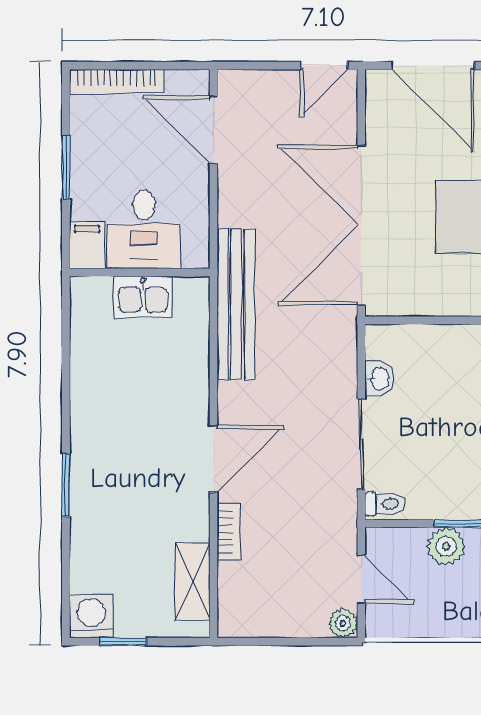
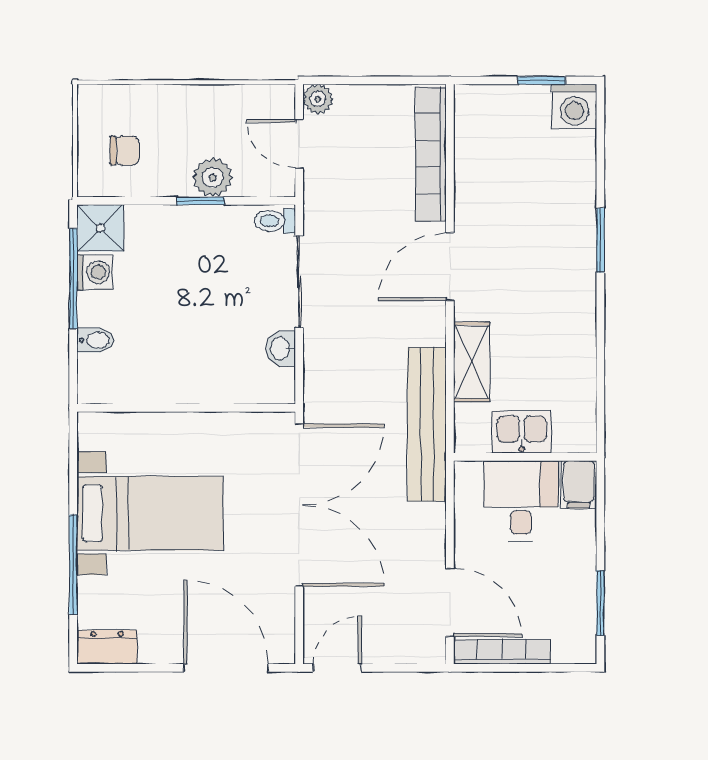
bookcase: (117, 81) -> (502, 652), moved
window: (66, 168) -> (600, 603), moved
bookcase: (229, 532) -> (431, 154), width x2.31, depth x1.31
shelving: (192, 581) -> (471, 362), moved

